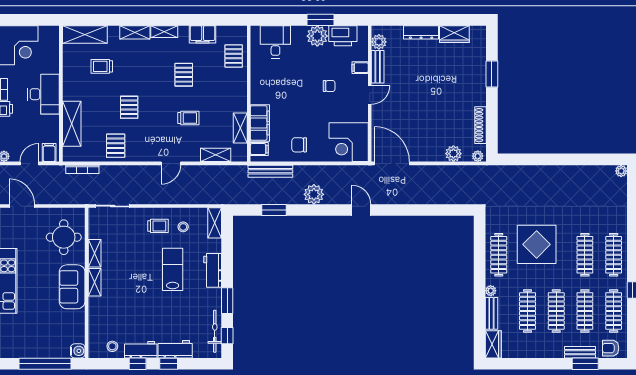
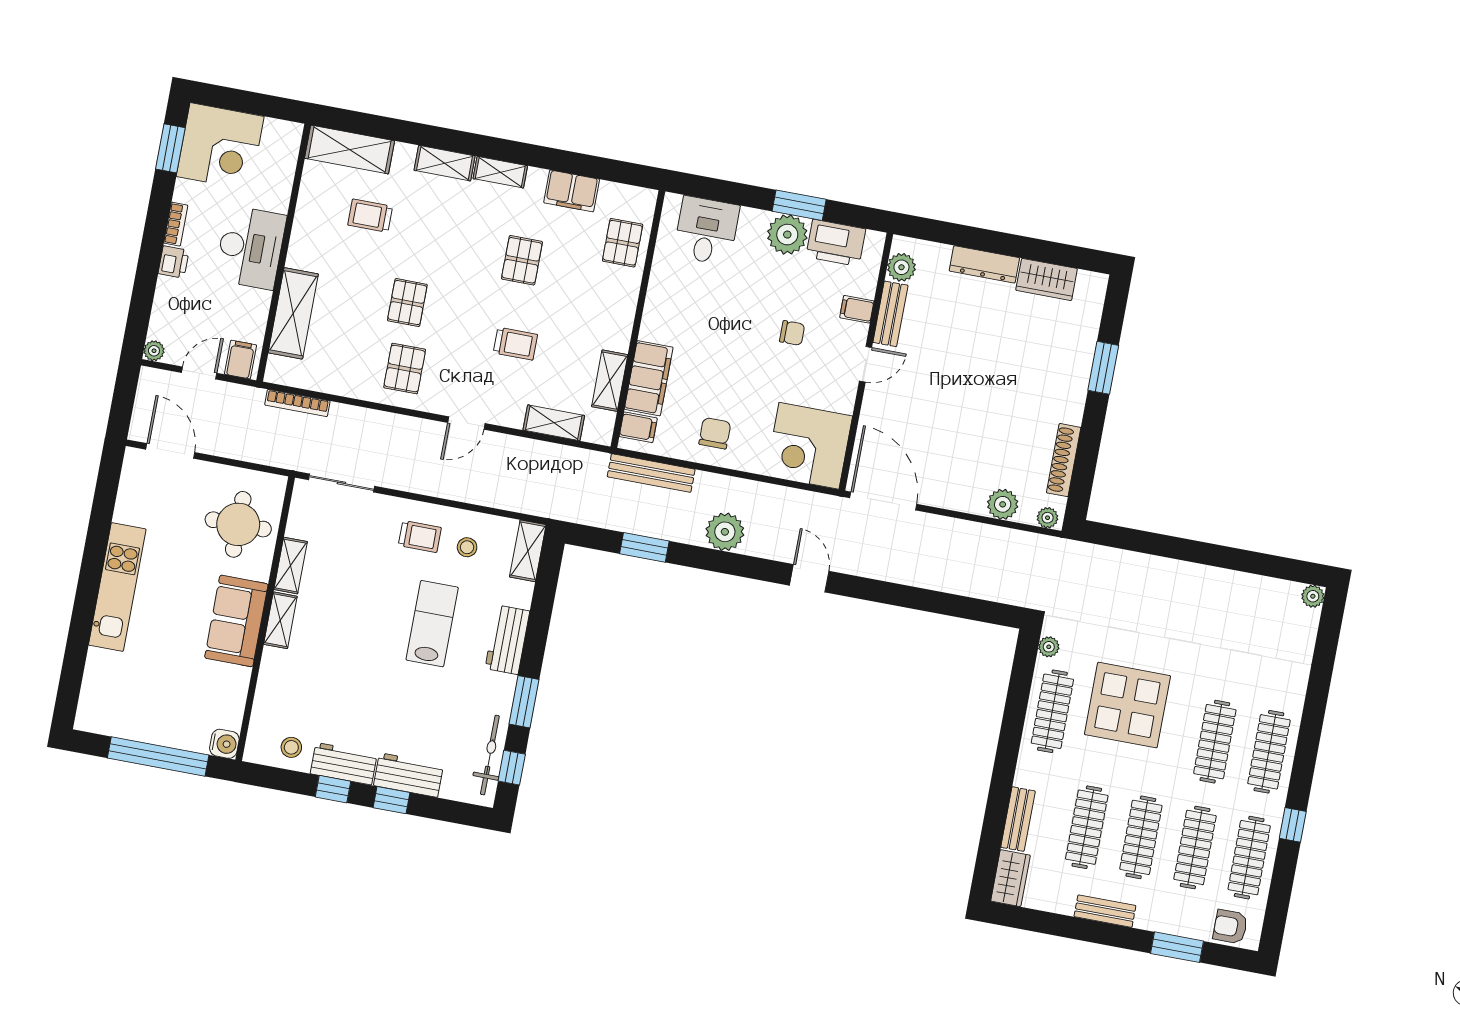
chair: (299, 145) -> (715, 433), turned 90
pallet: (116, 146) -> (405, 369), moved
plant: (491, 291) -> (1049, 647), moved
bench: (580, 352) -> (1105, 911), moved

